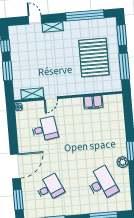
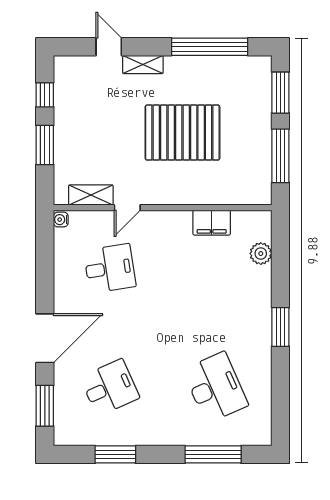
pallet: (94, 57) -> (182, 133), moved, turned 90
plant: (123, 162) -> (261, 254), moved

